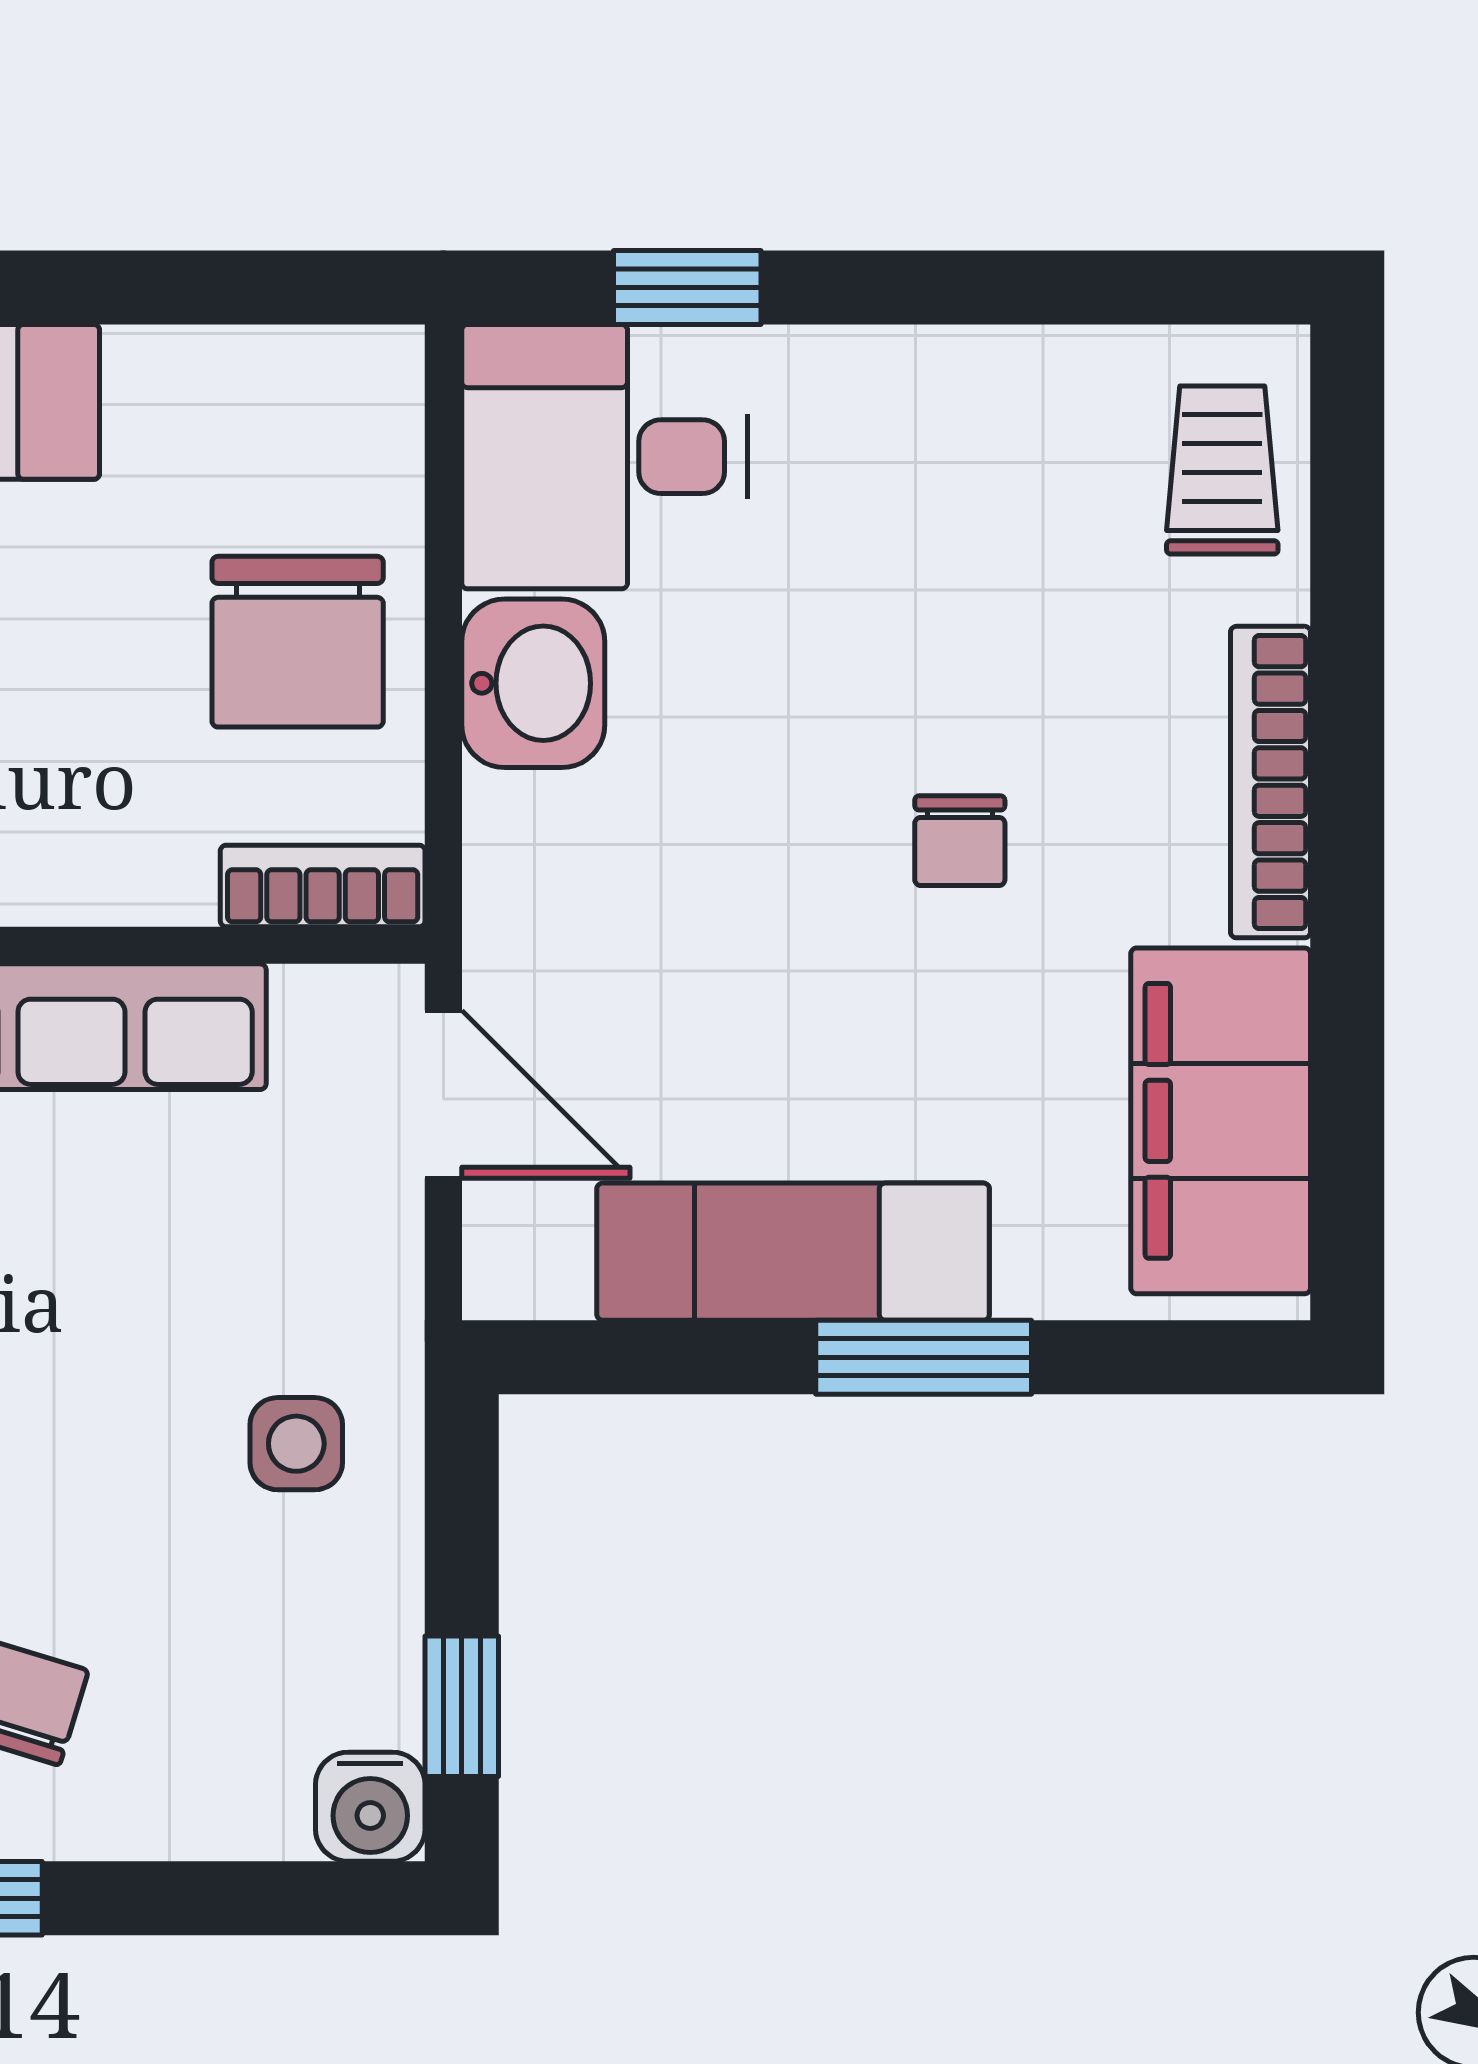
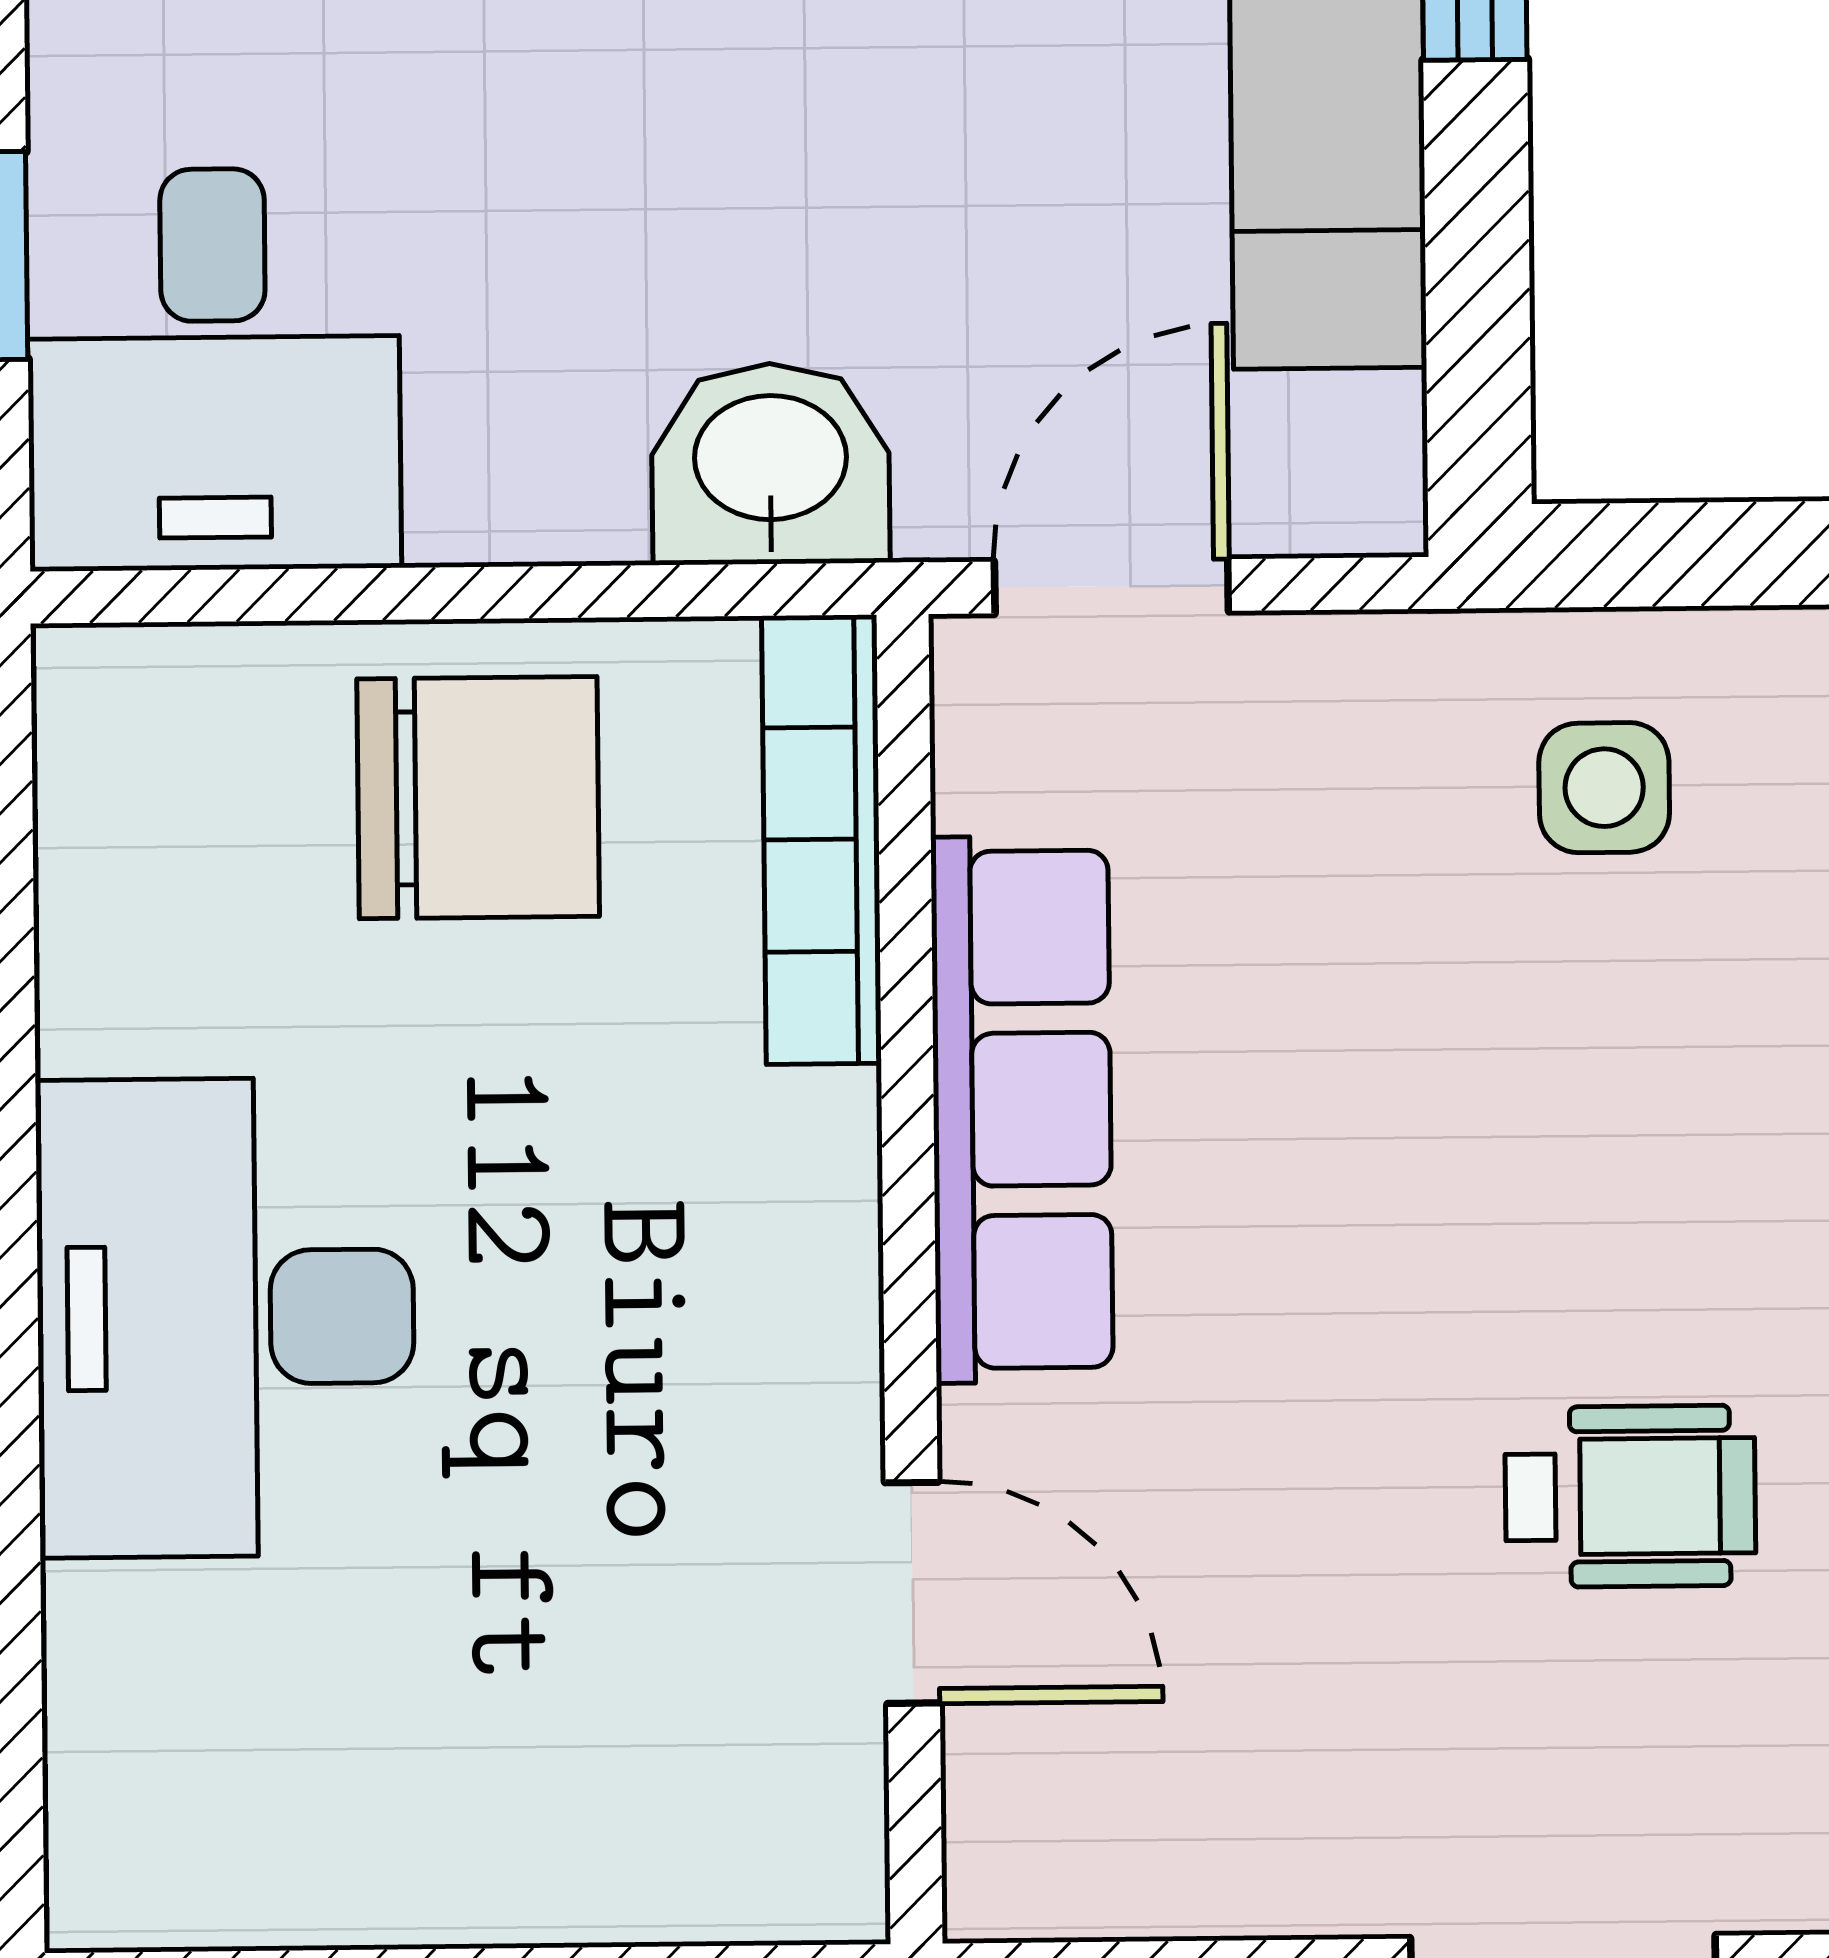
washbasin: (533, 683) -> (771, 464), moved
bookcase: (323, 886) -> (822, 840), width x1.56

